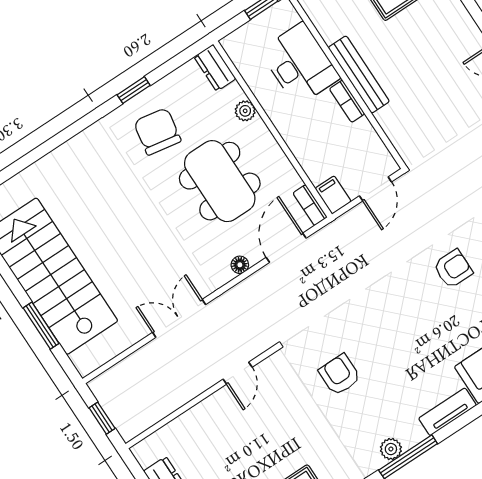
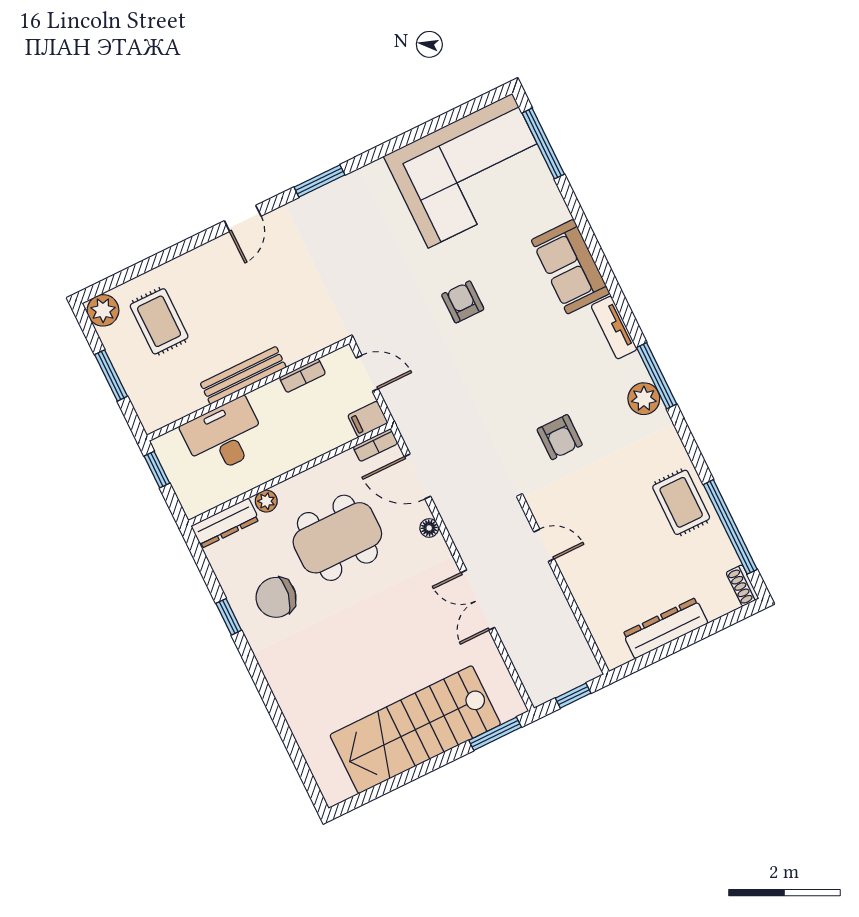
dresser: (215, 68) -> (225, 523), width x1.44
bookcase: (347, 101) -> (303, 376), moved
window: (41, 326) -> (495, 734), moved
armchair: (340, 375) -> (560, 437), turned -90
plant: (391, 449) -> (644, 399), width x1.38, depth x1.38

